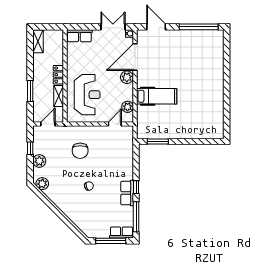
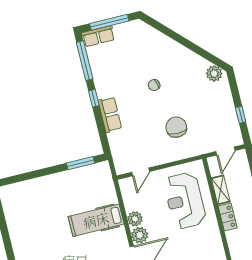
plant: (128, 107) -> (135, 219), moved
plant: (39, 161) -> (225, 101), removed
row of seats: (127, 193) -> (110, 115), moved

